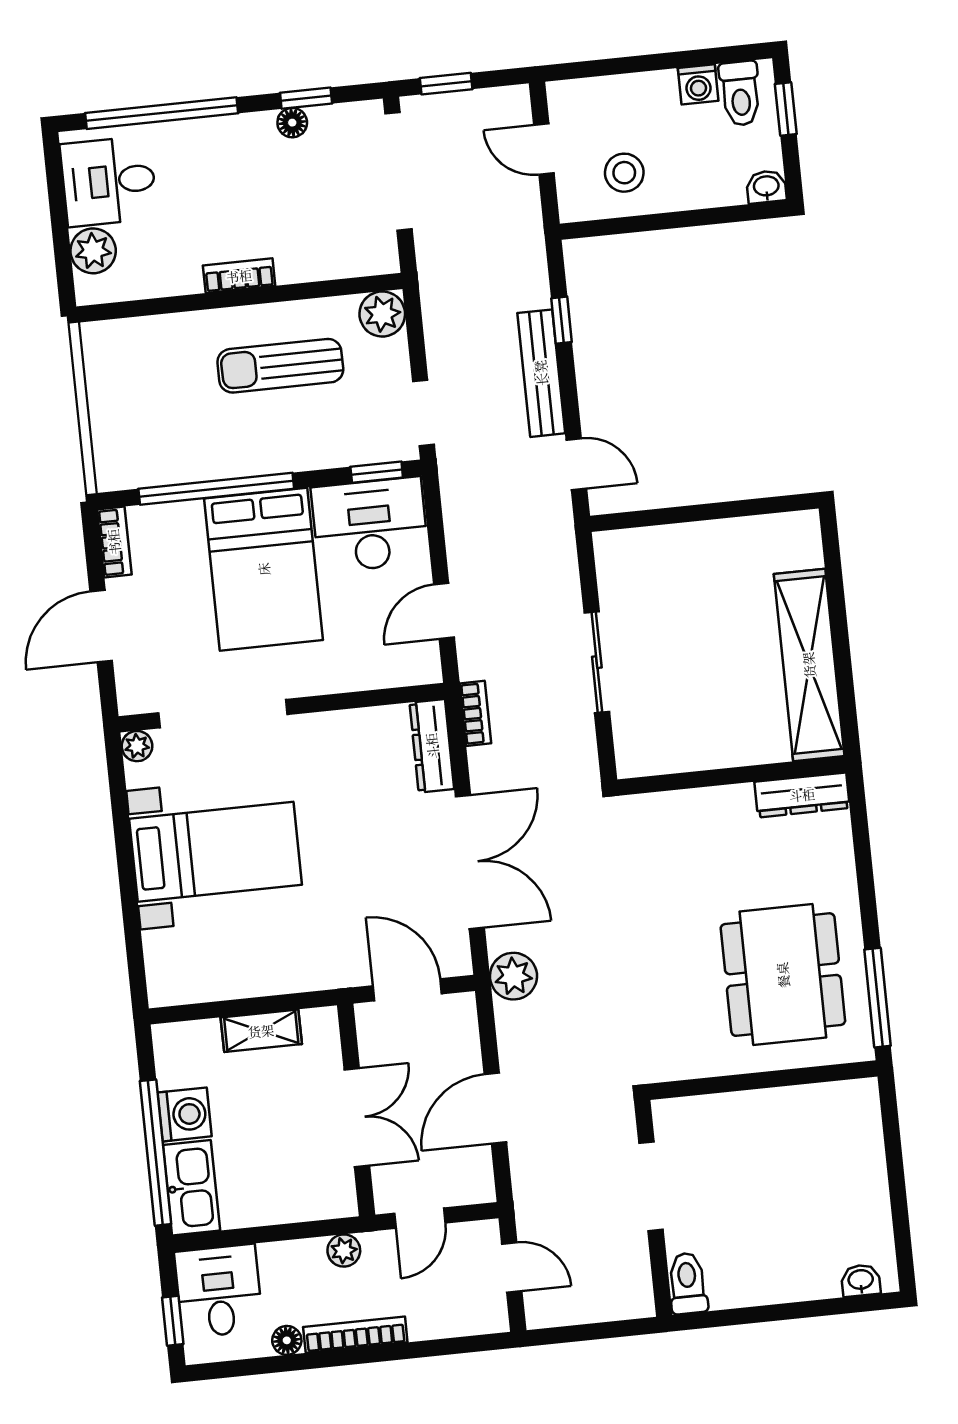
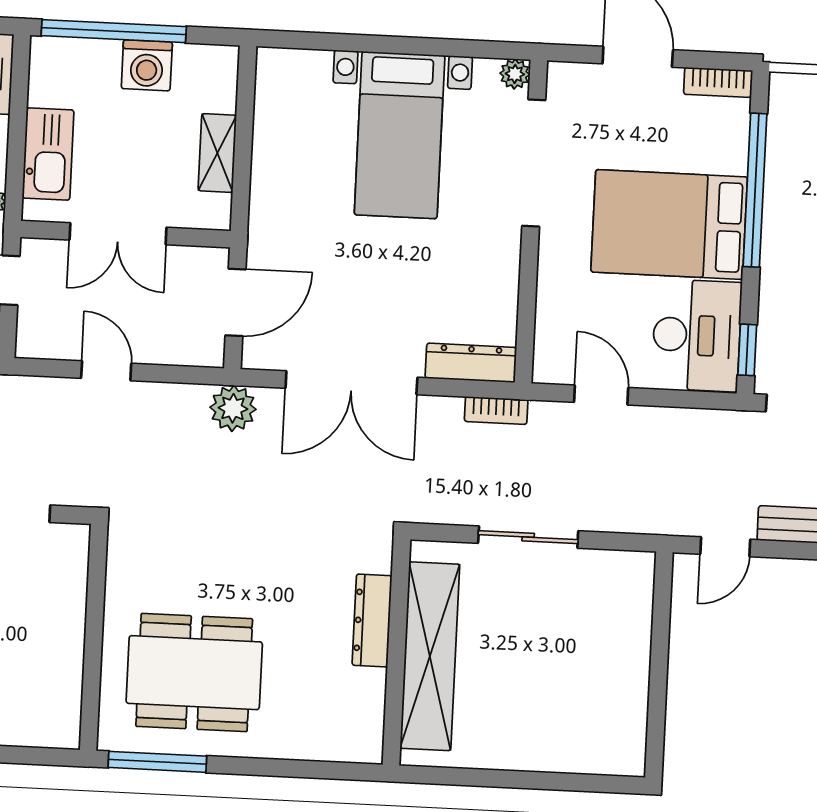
shelving: (809, 665) -> (430, 656), moved, turned 90
dresser: (802, 795) -> (372, 621), moved
door: (495, 1108) -> (106, 371), width x0.73
kitchen sink: (191, 1188) -> (48, 154), moved, turned -90

